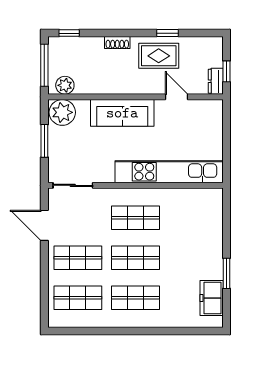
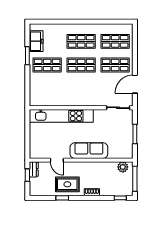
plant: (62, 112) -> (124, 151), removed
shop shelf: (135, 218) -> (47, 65), moved
door: (44, 225) -> (135, 84), swing flipped

